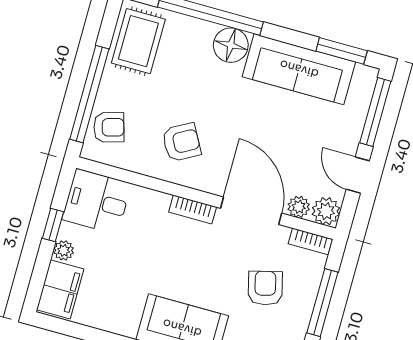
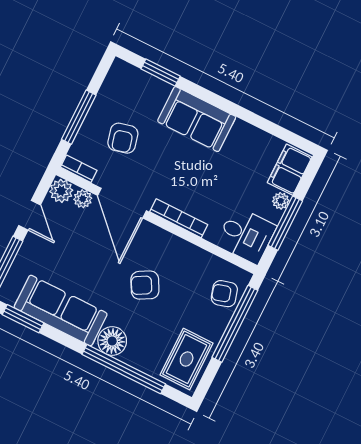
armchair: (181, 142) -> (145, 285), moved
bookcase: (193, 209) -> (179, 218), width x1.56
window: (53, 225) -> (285, 223), width x2.17

